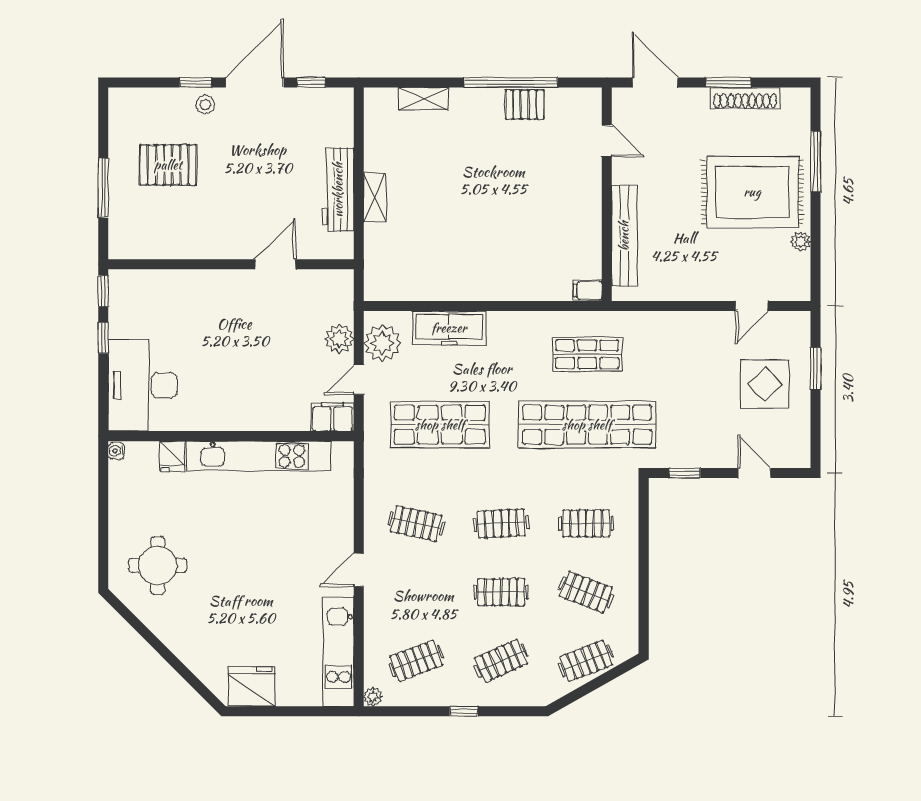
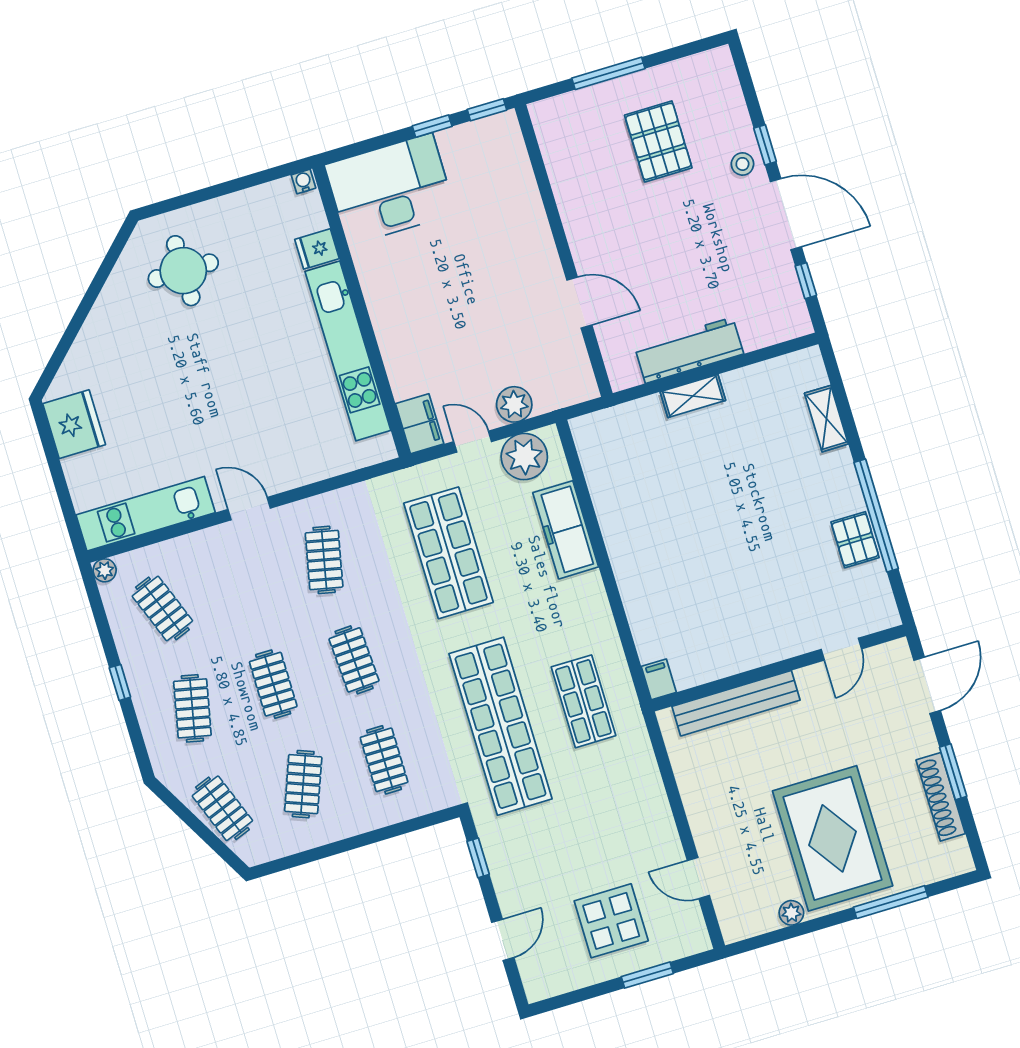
clothes rail: (501, 661) -> (192, 708), turned 36

